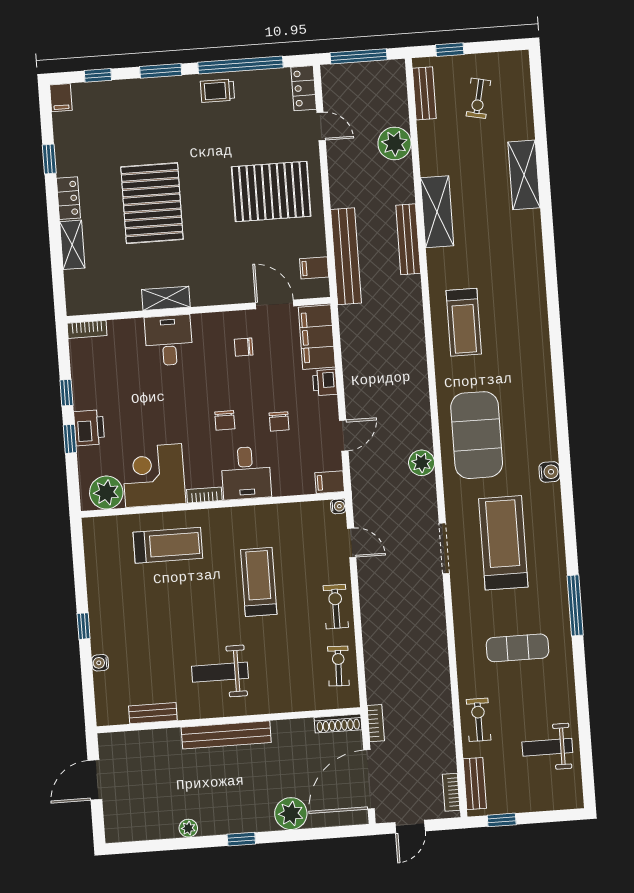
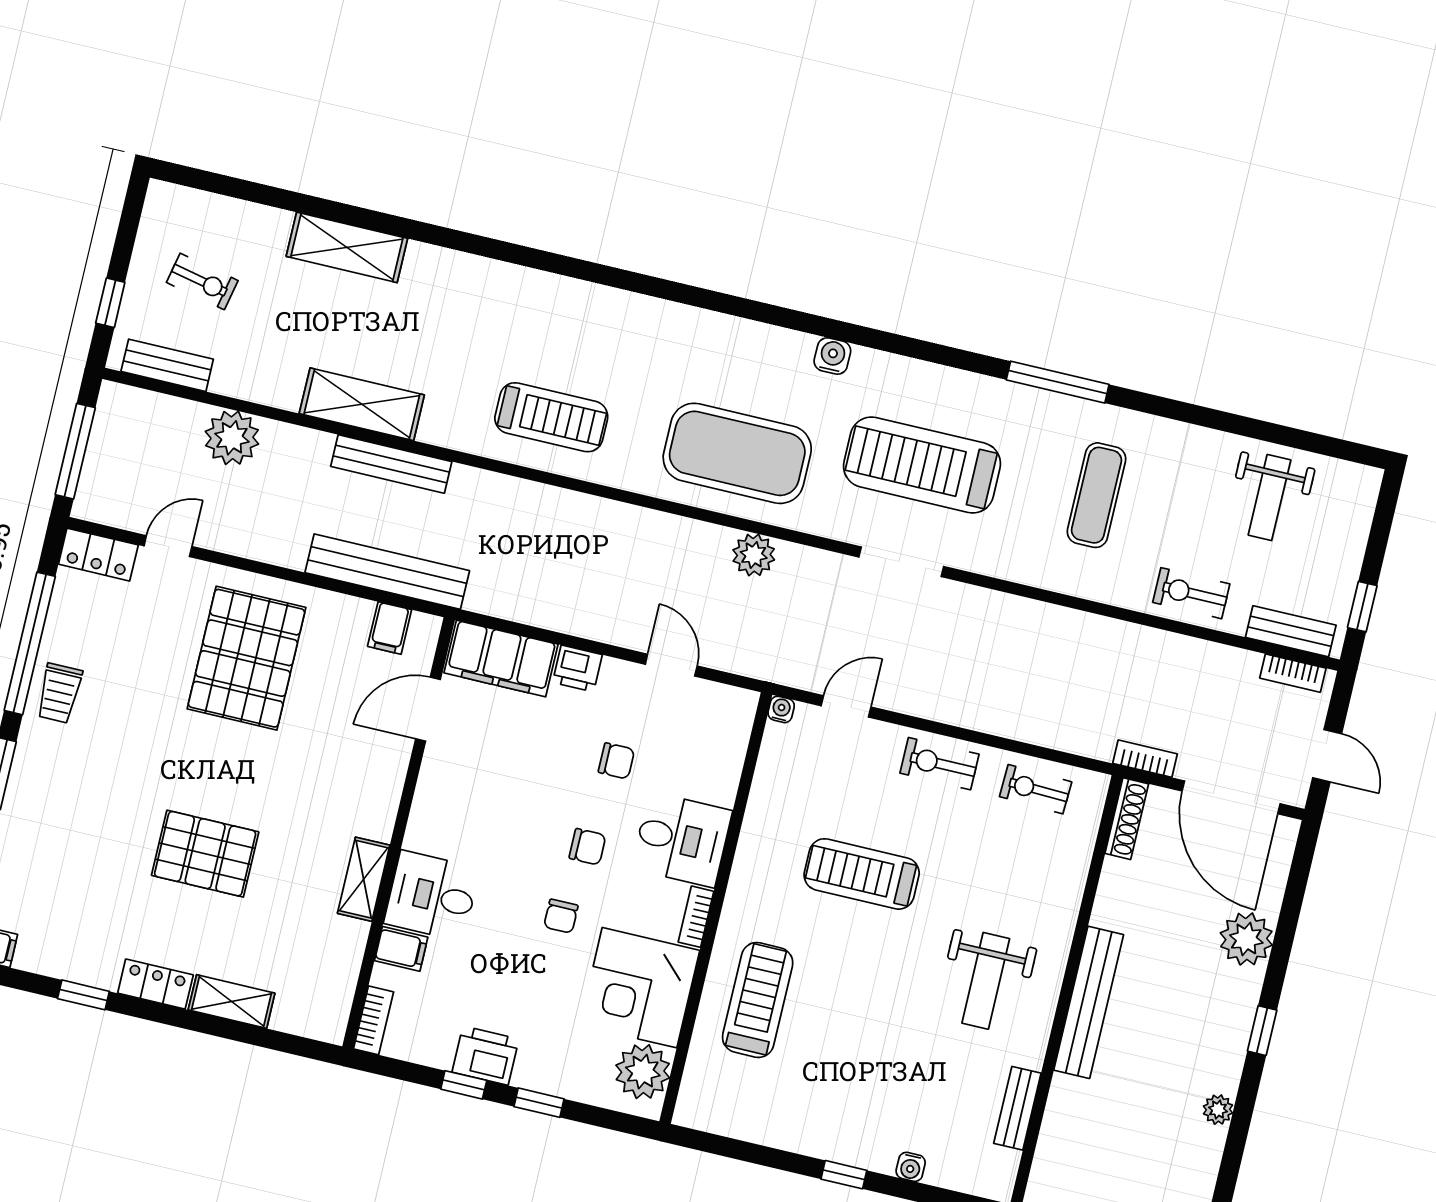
pallet: (152, 203) -> (205, 854), width x0.73, depth x0.71
chair: (244, 347) -> (561, 916), moved
printer: (89, 428) -> (485, 1056), moved
filing cabinet: (330, 482) -> (401, 949), moved, turned -90

